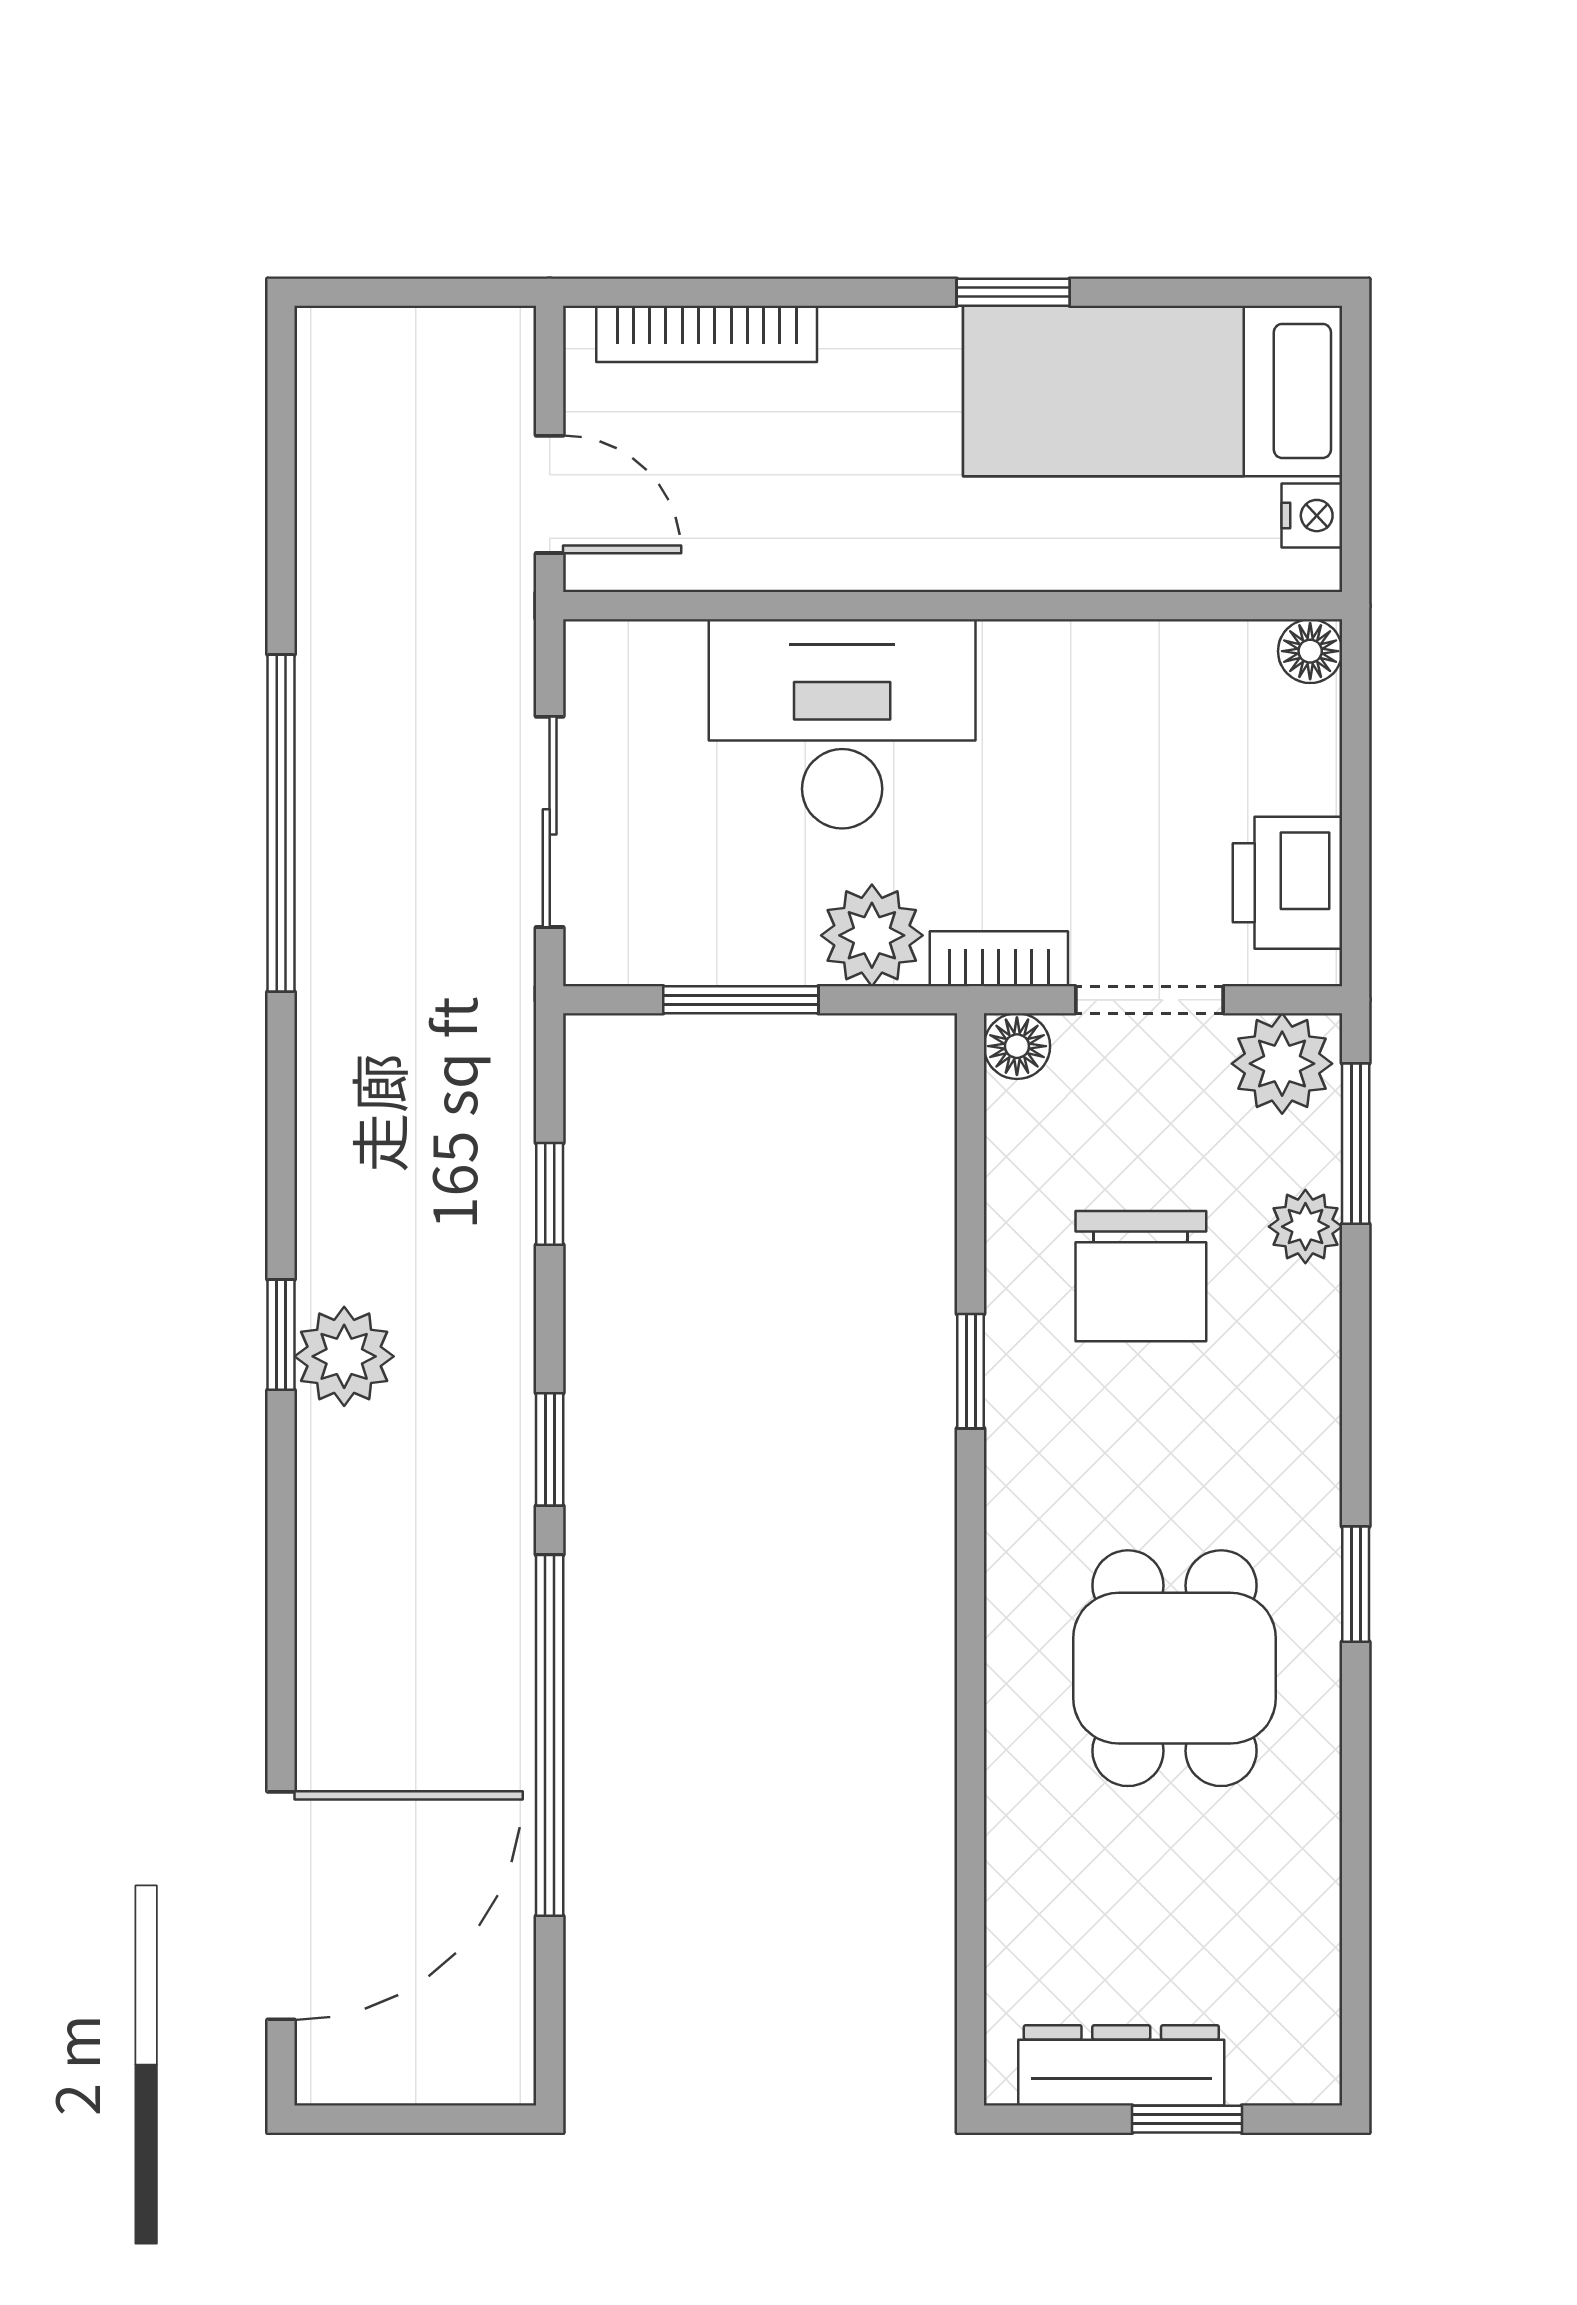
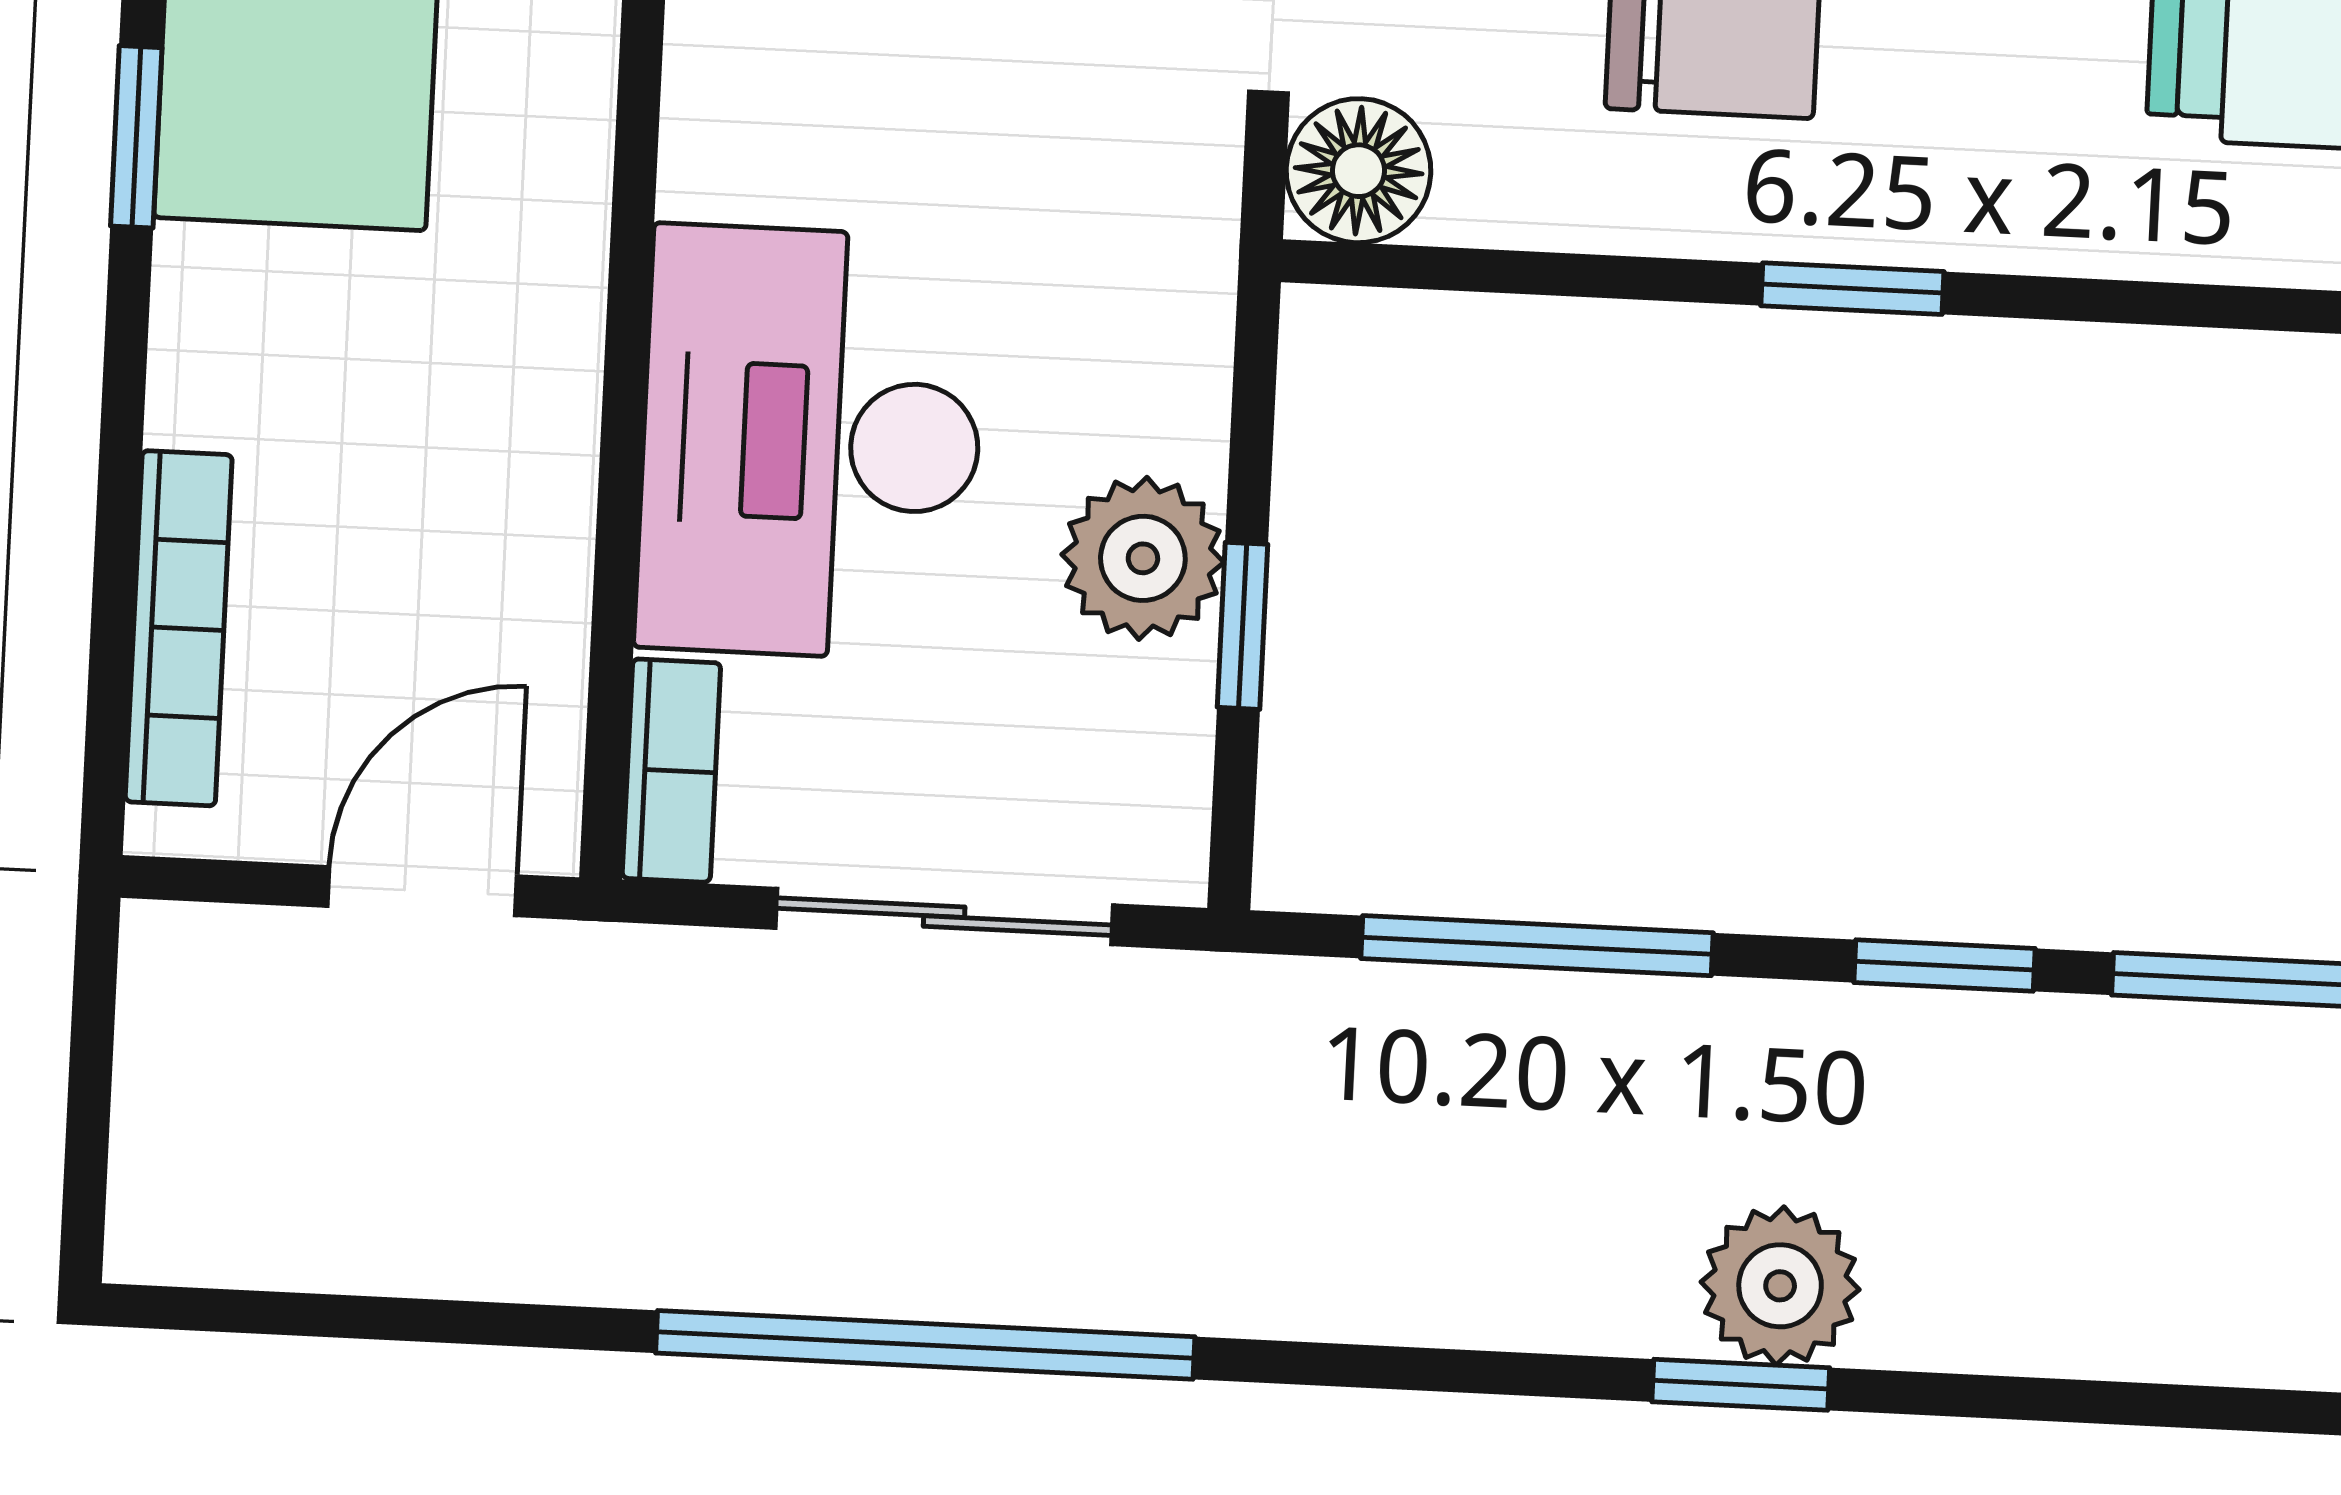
plant: (872, 935) -> (1143, 558), moved
bookcase: (999, 959) -> (671, 771), moved, turned 180
window: (741, 1000) -> (1242, 626), width x0.67
floor lamp: (1017, 1046) -> (1359, 171), width x1.37, depth x1.37
window: (550, 1194) -> (1537, 946), width x2.17

